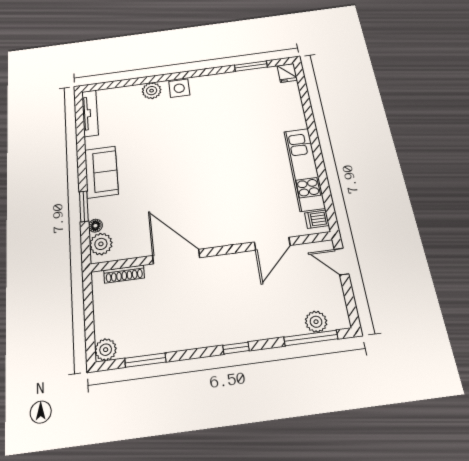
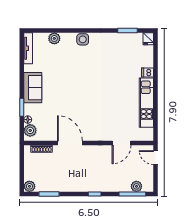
plant: (152, 91) -> (54, 38), moved
dishwasher: (317, 219) -> (148, 72), moved

